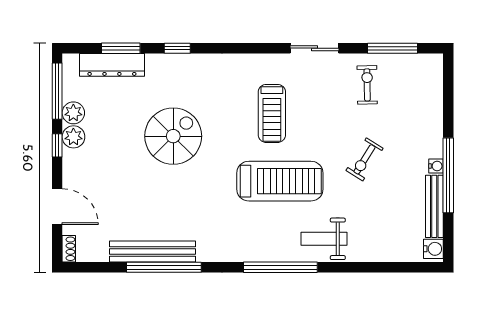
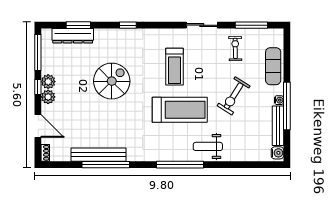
window: (177, 48) -> (128, 25), moved
plant: (73, 113) -> (48, 97), moved
exercise mat: (427, 113) -> (273, 66), added
exercise bike: (365, 159) -> (234, 96), width x1.38, depth x1.39

